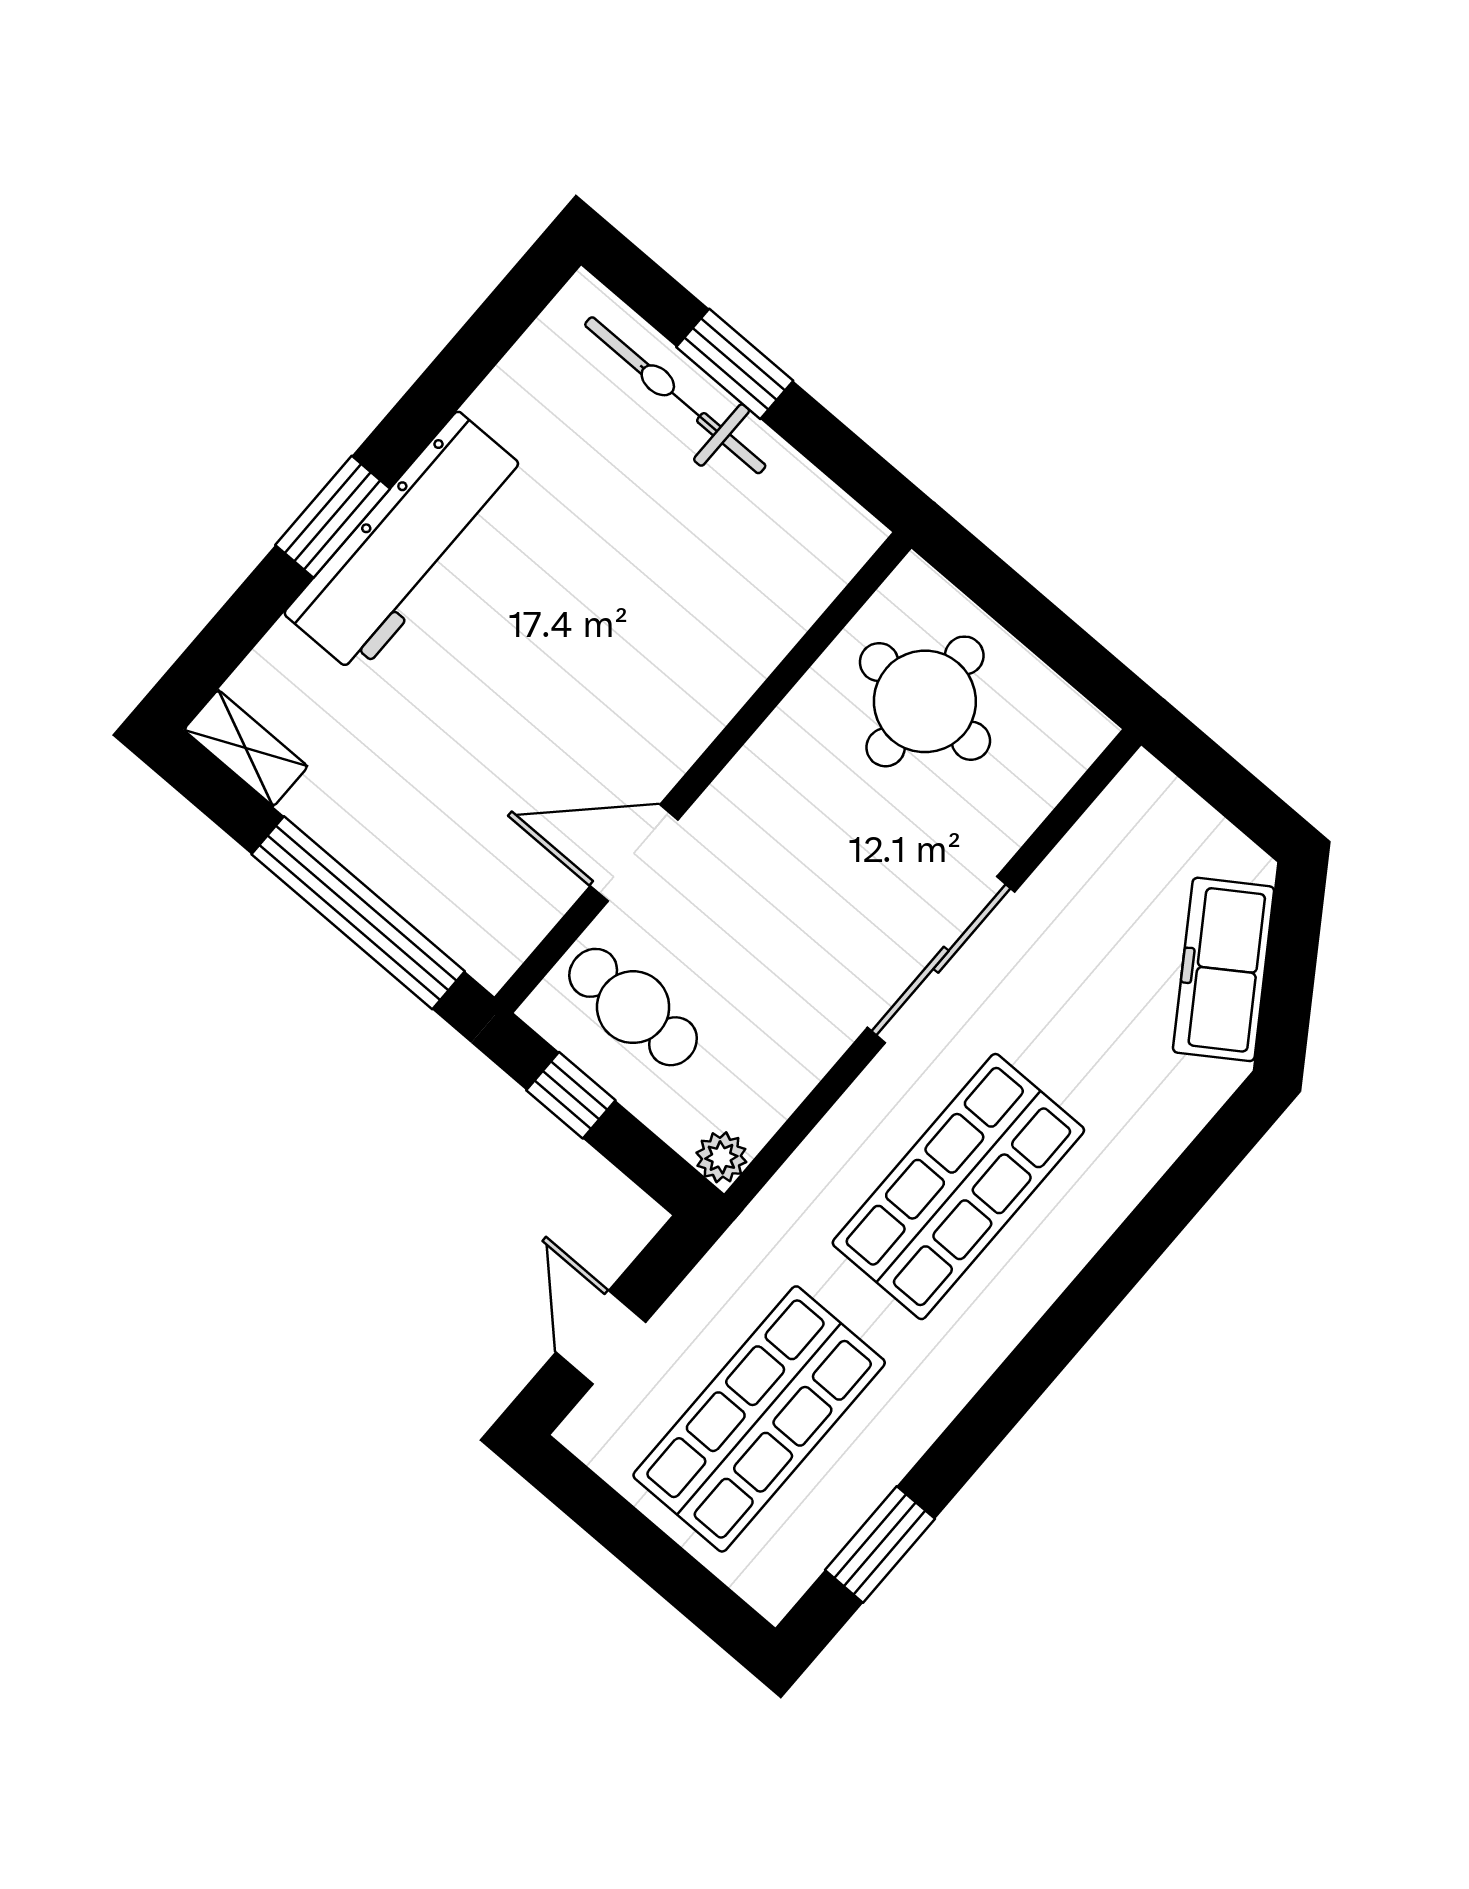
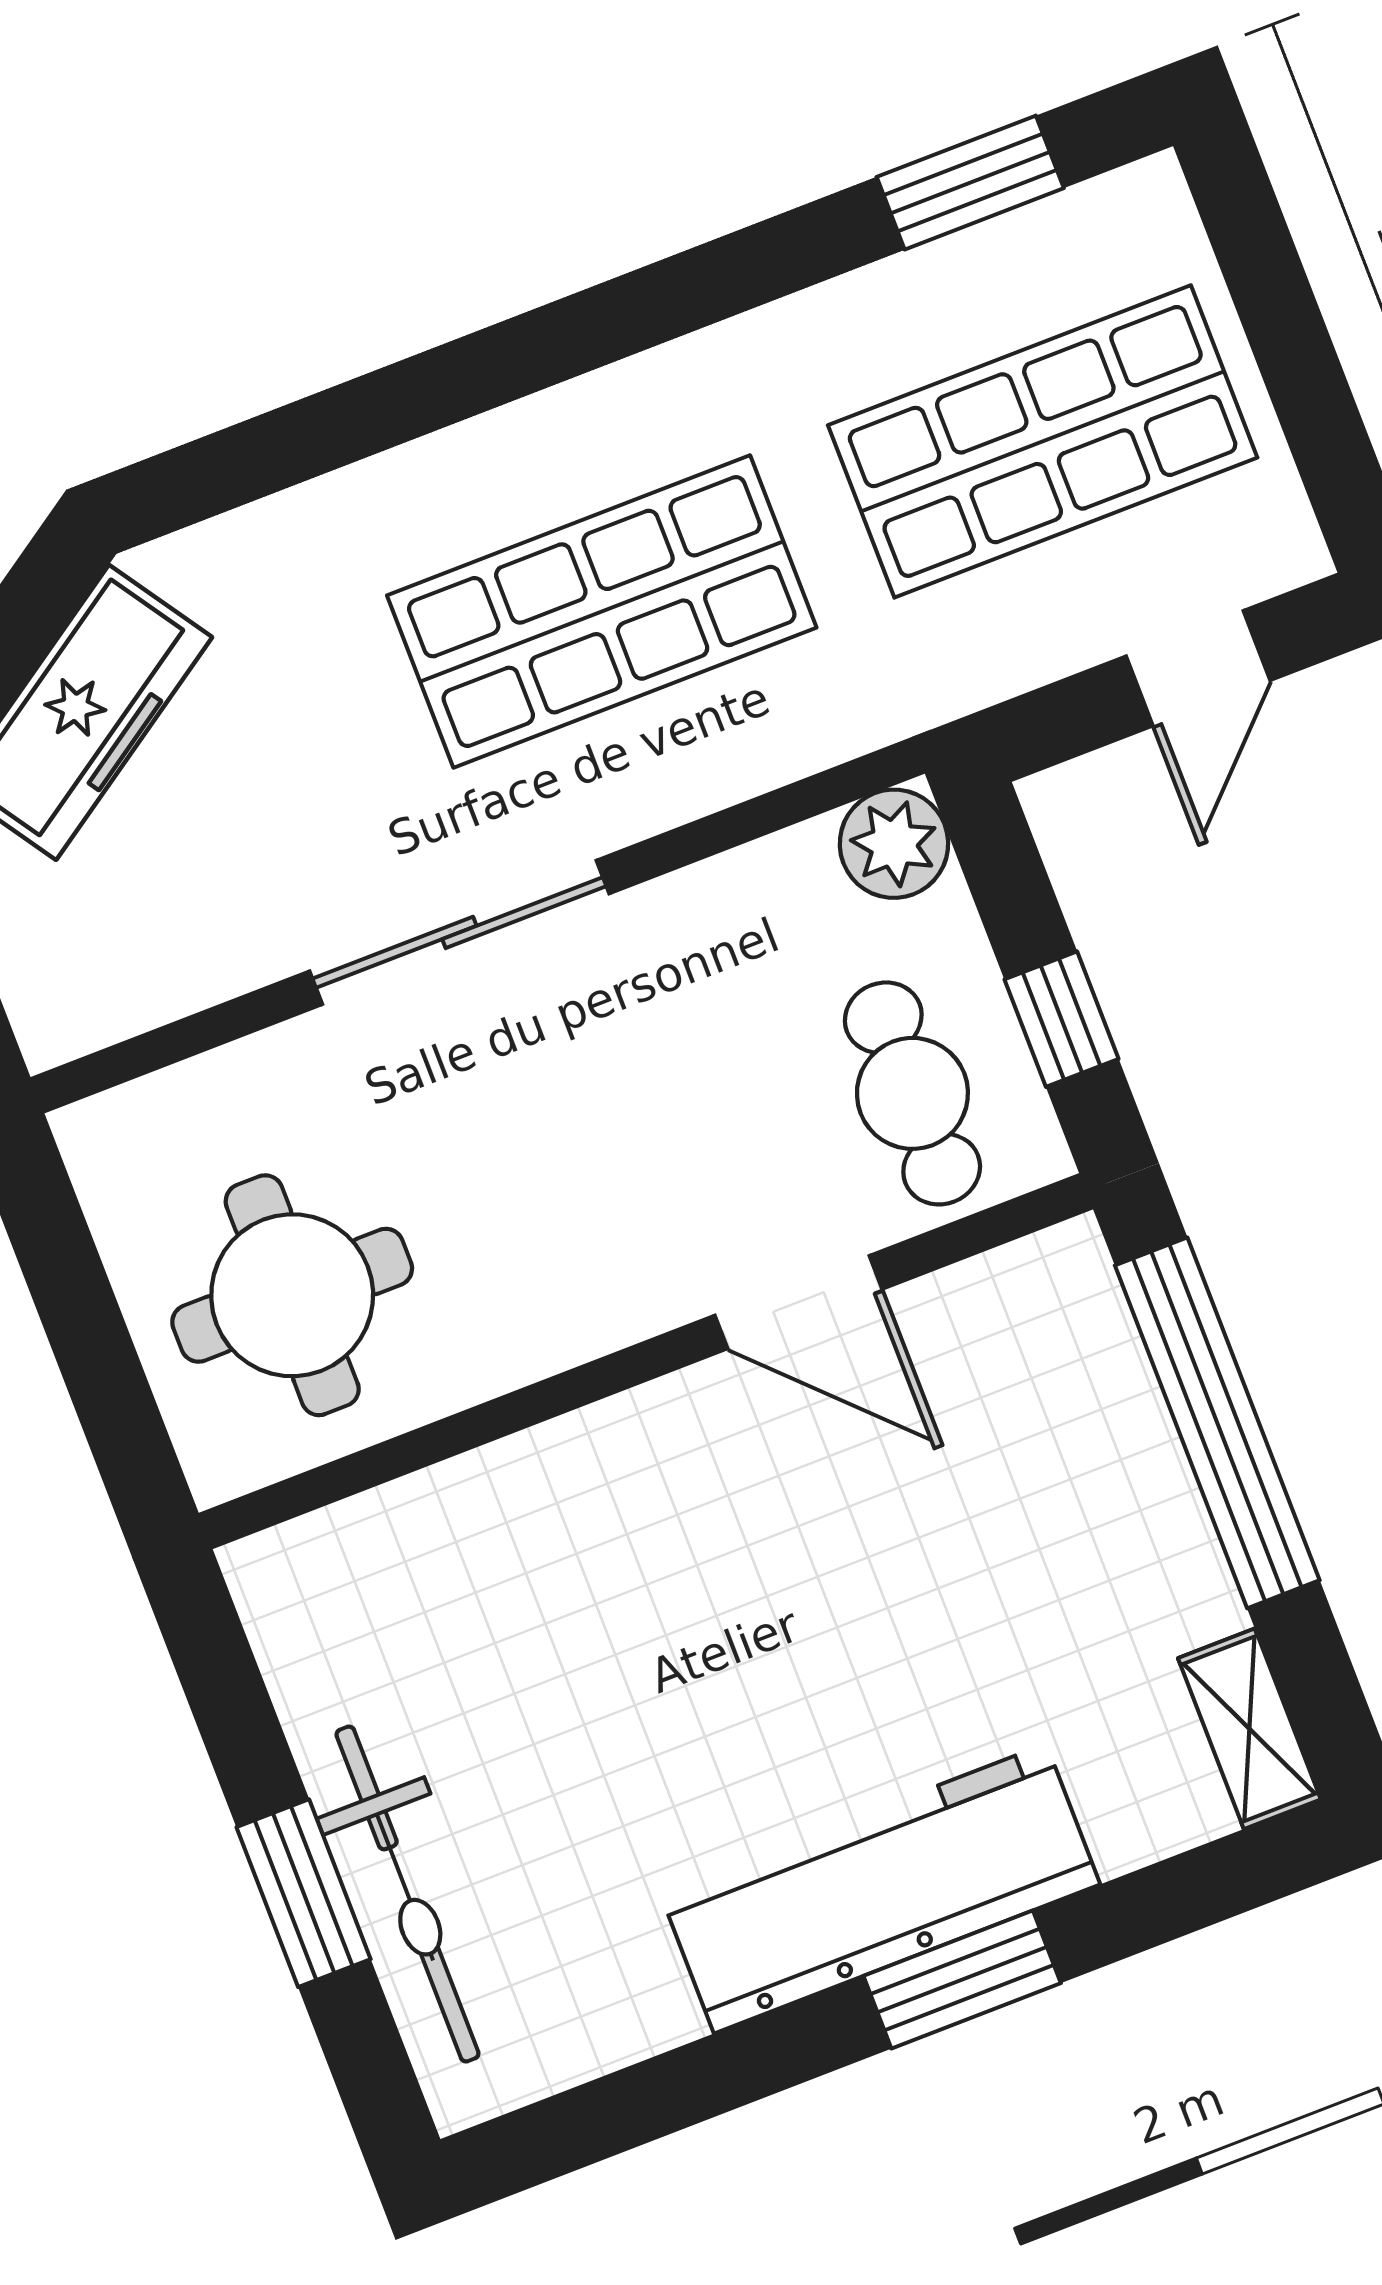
plant: (721, 1157) -> (894, 844), width x1.38, depth x1.38

